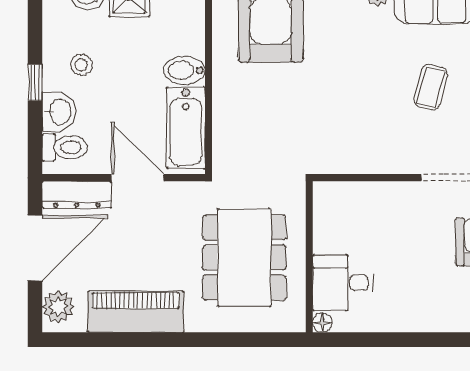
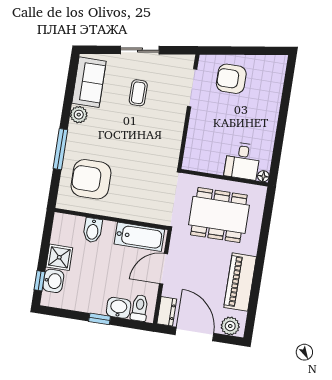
stool: (81, 65) -> (94, 291), removed
bidet: (184, 70) -> (93, 230), moved
coffee table: (431, 87) -> (138, 93), turned 75
dresser: (77, 195) -> (167, 311), width x0.70

